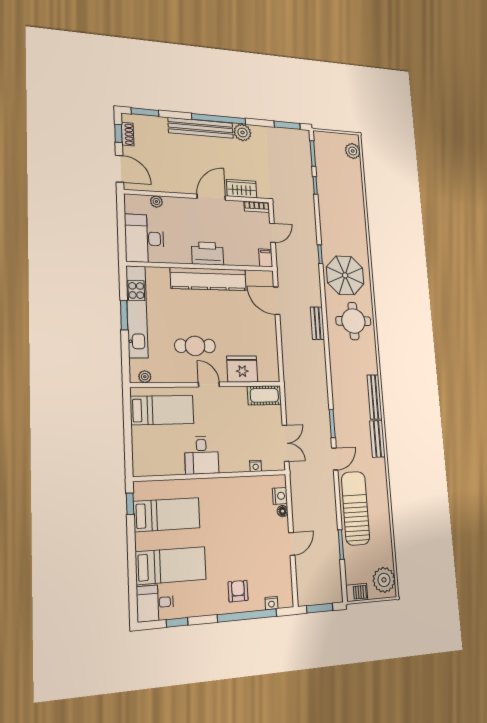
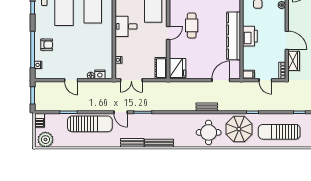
sun lounger: (344, 216) -> (279, 132), added
fridge: (242, 369) -> (177, 68), moved

